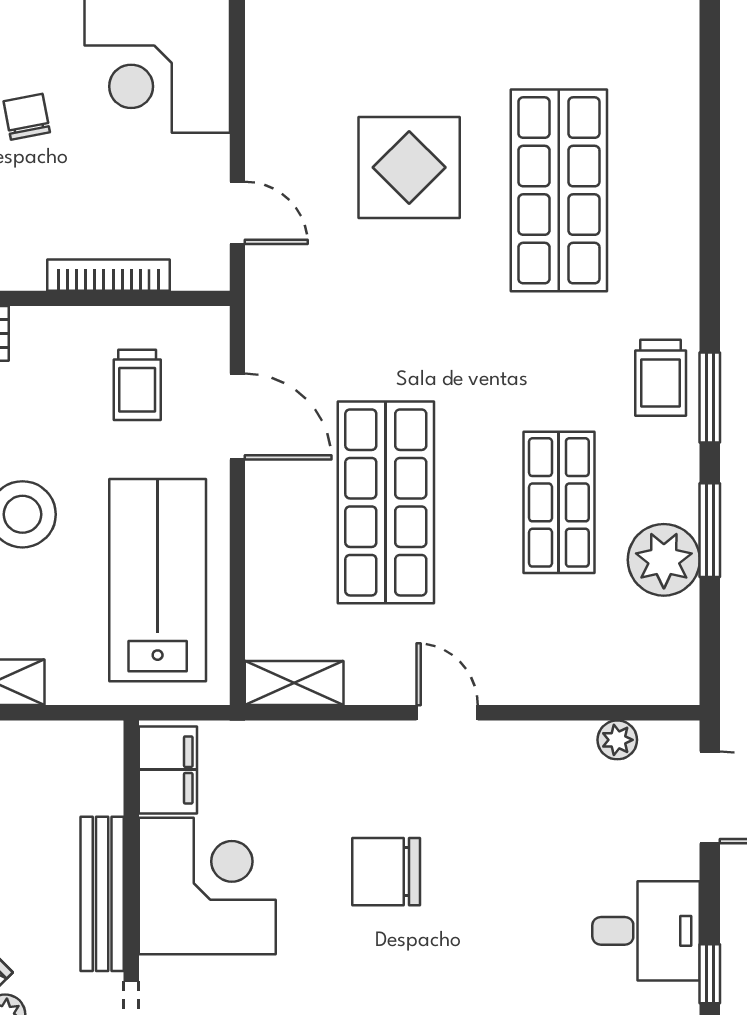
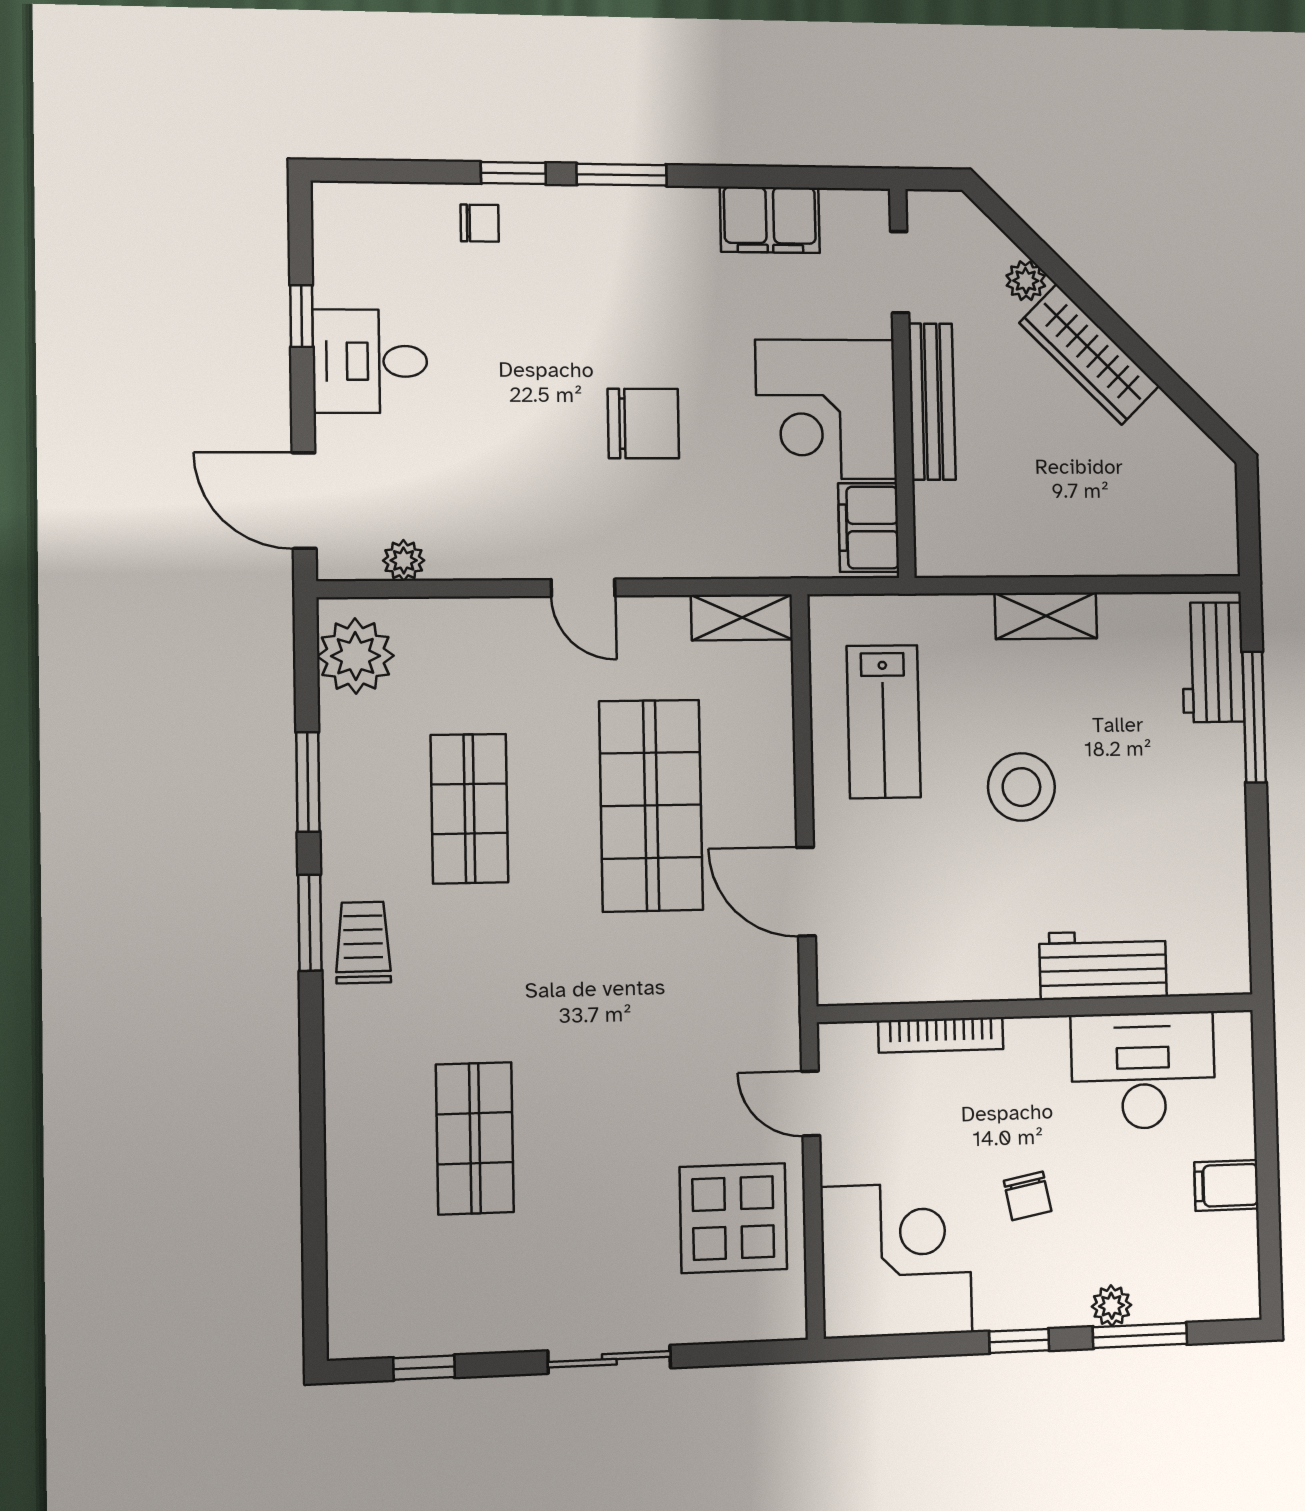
display table: (409, 167) -> (733, 1218), moved
shop shelf: (559, 190) -> (475, 1138), width x0.70, depth x0.74
trolley: (137, 385) -> (909, 922), removed
plant: (664, 560) -> (355, 656), moved
lab bench: (158, 580) -> (884, 722), width x0.73, depth x0.72

